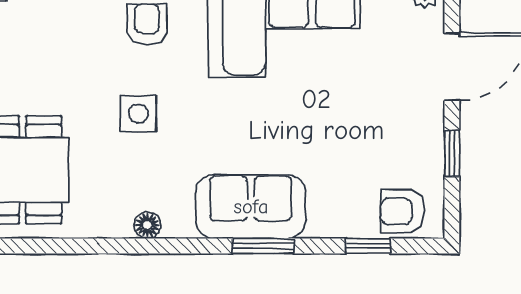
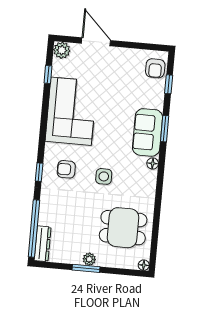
window: (452, 154) -> (133, 45), removed
floor lamp: (147, 225) -> (153, 163), moved

